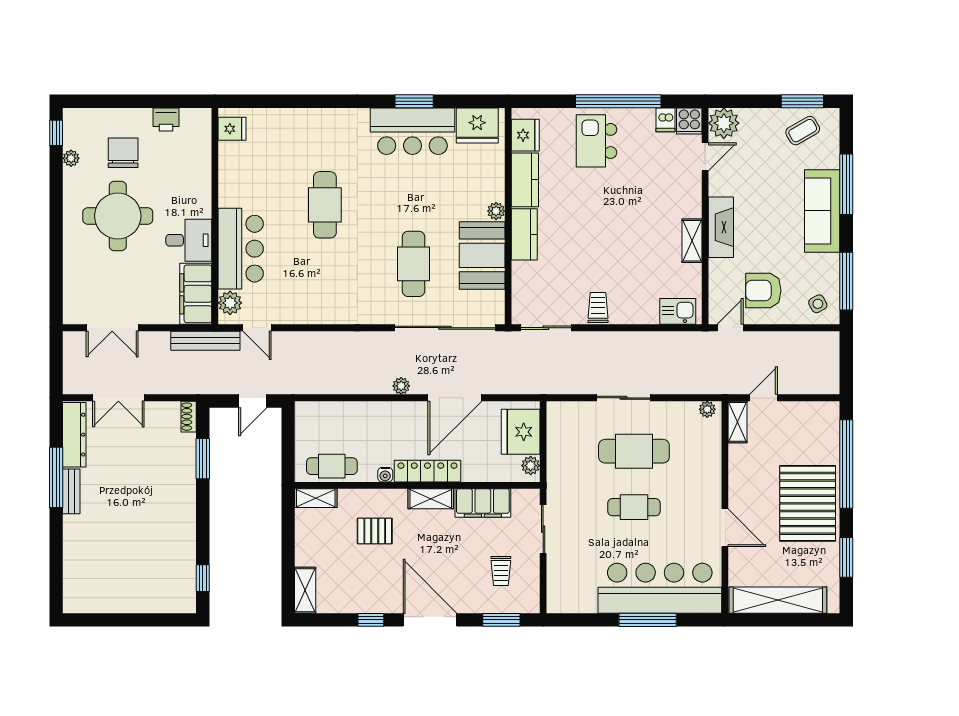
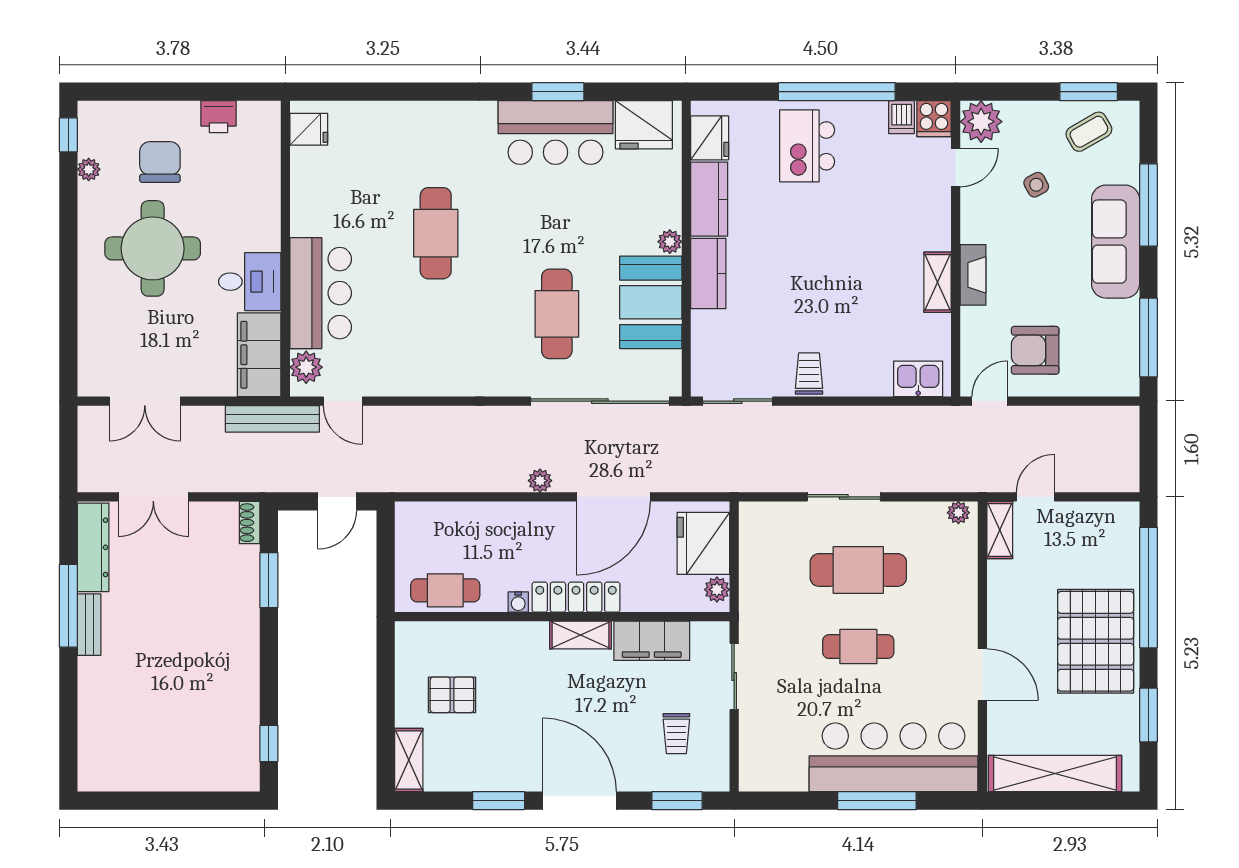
fireplace: (721, 227) -> (973, 275), width x0.73, depth x0.76
side table: (818, 304) -> (1036, 185), moved
shelving: (316, 498) -> (423, 634), removed
pallet: (375, 531) -> (452, 695), moved
window: (371, 620) -> (499, 801), width x1.50

